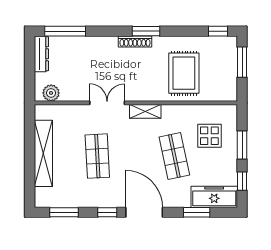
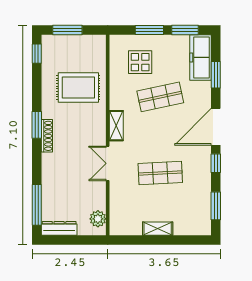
shelving: (43, 153) -> (158, 229), width x0.45, depth x0.75
window: (242, 181) -> (185, 30), width x1.50

